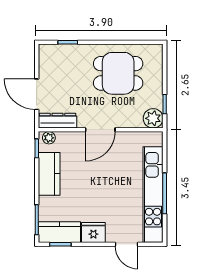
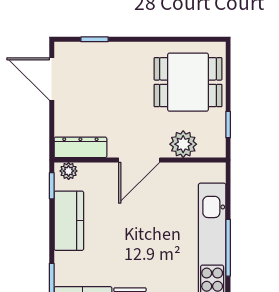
dining table: (118, 73) -> (188, 82), moved
door: (37, 94) -> (52, 79), moved
plant: (153, 118) -> (183, 144), moved

